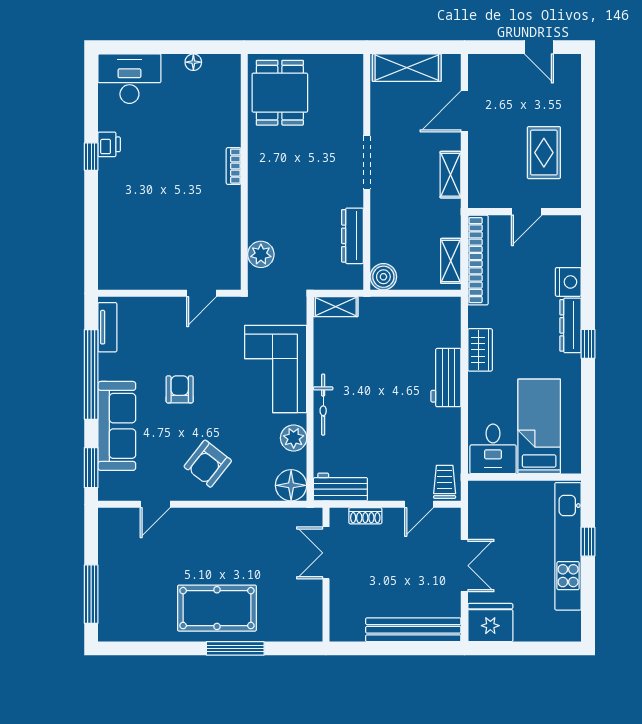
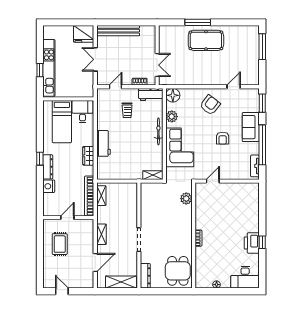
printer: (109, 144) -> (252, 243), width x1.87, depth x1.48
dresser: (353, 236) -> (145, 276), moved
boiler: (383, 277) -> (131, 189), removed
sofa: (117, 426) -> (251, 127), width x0.73
trolley: (445, 482) -> (127, 110), moved

